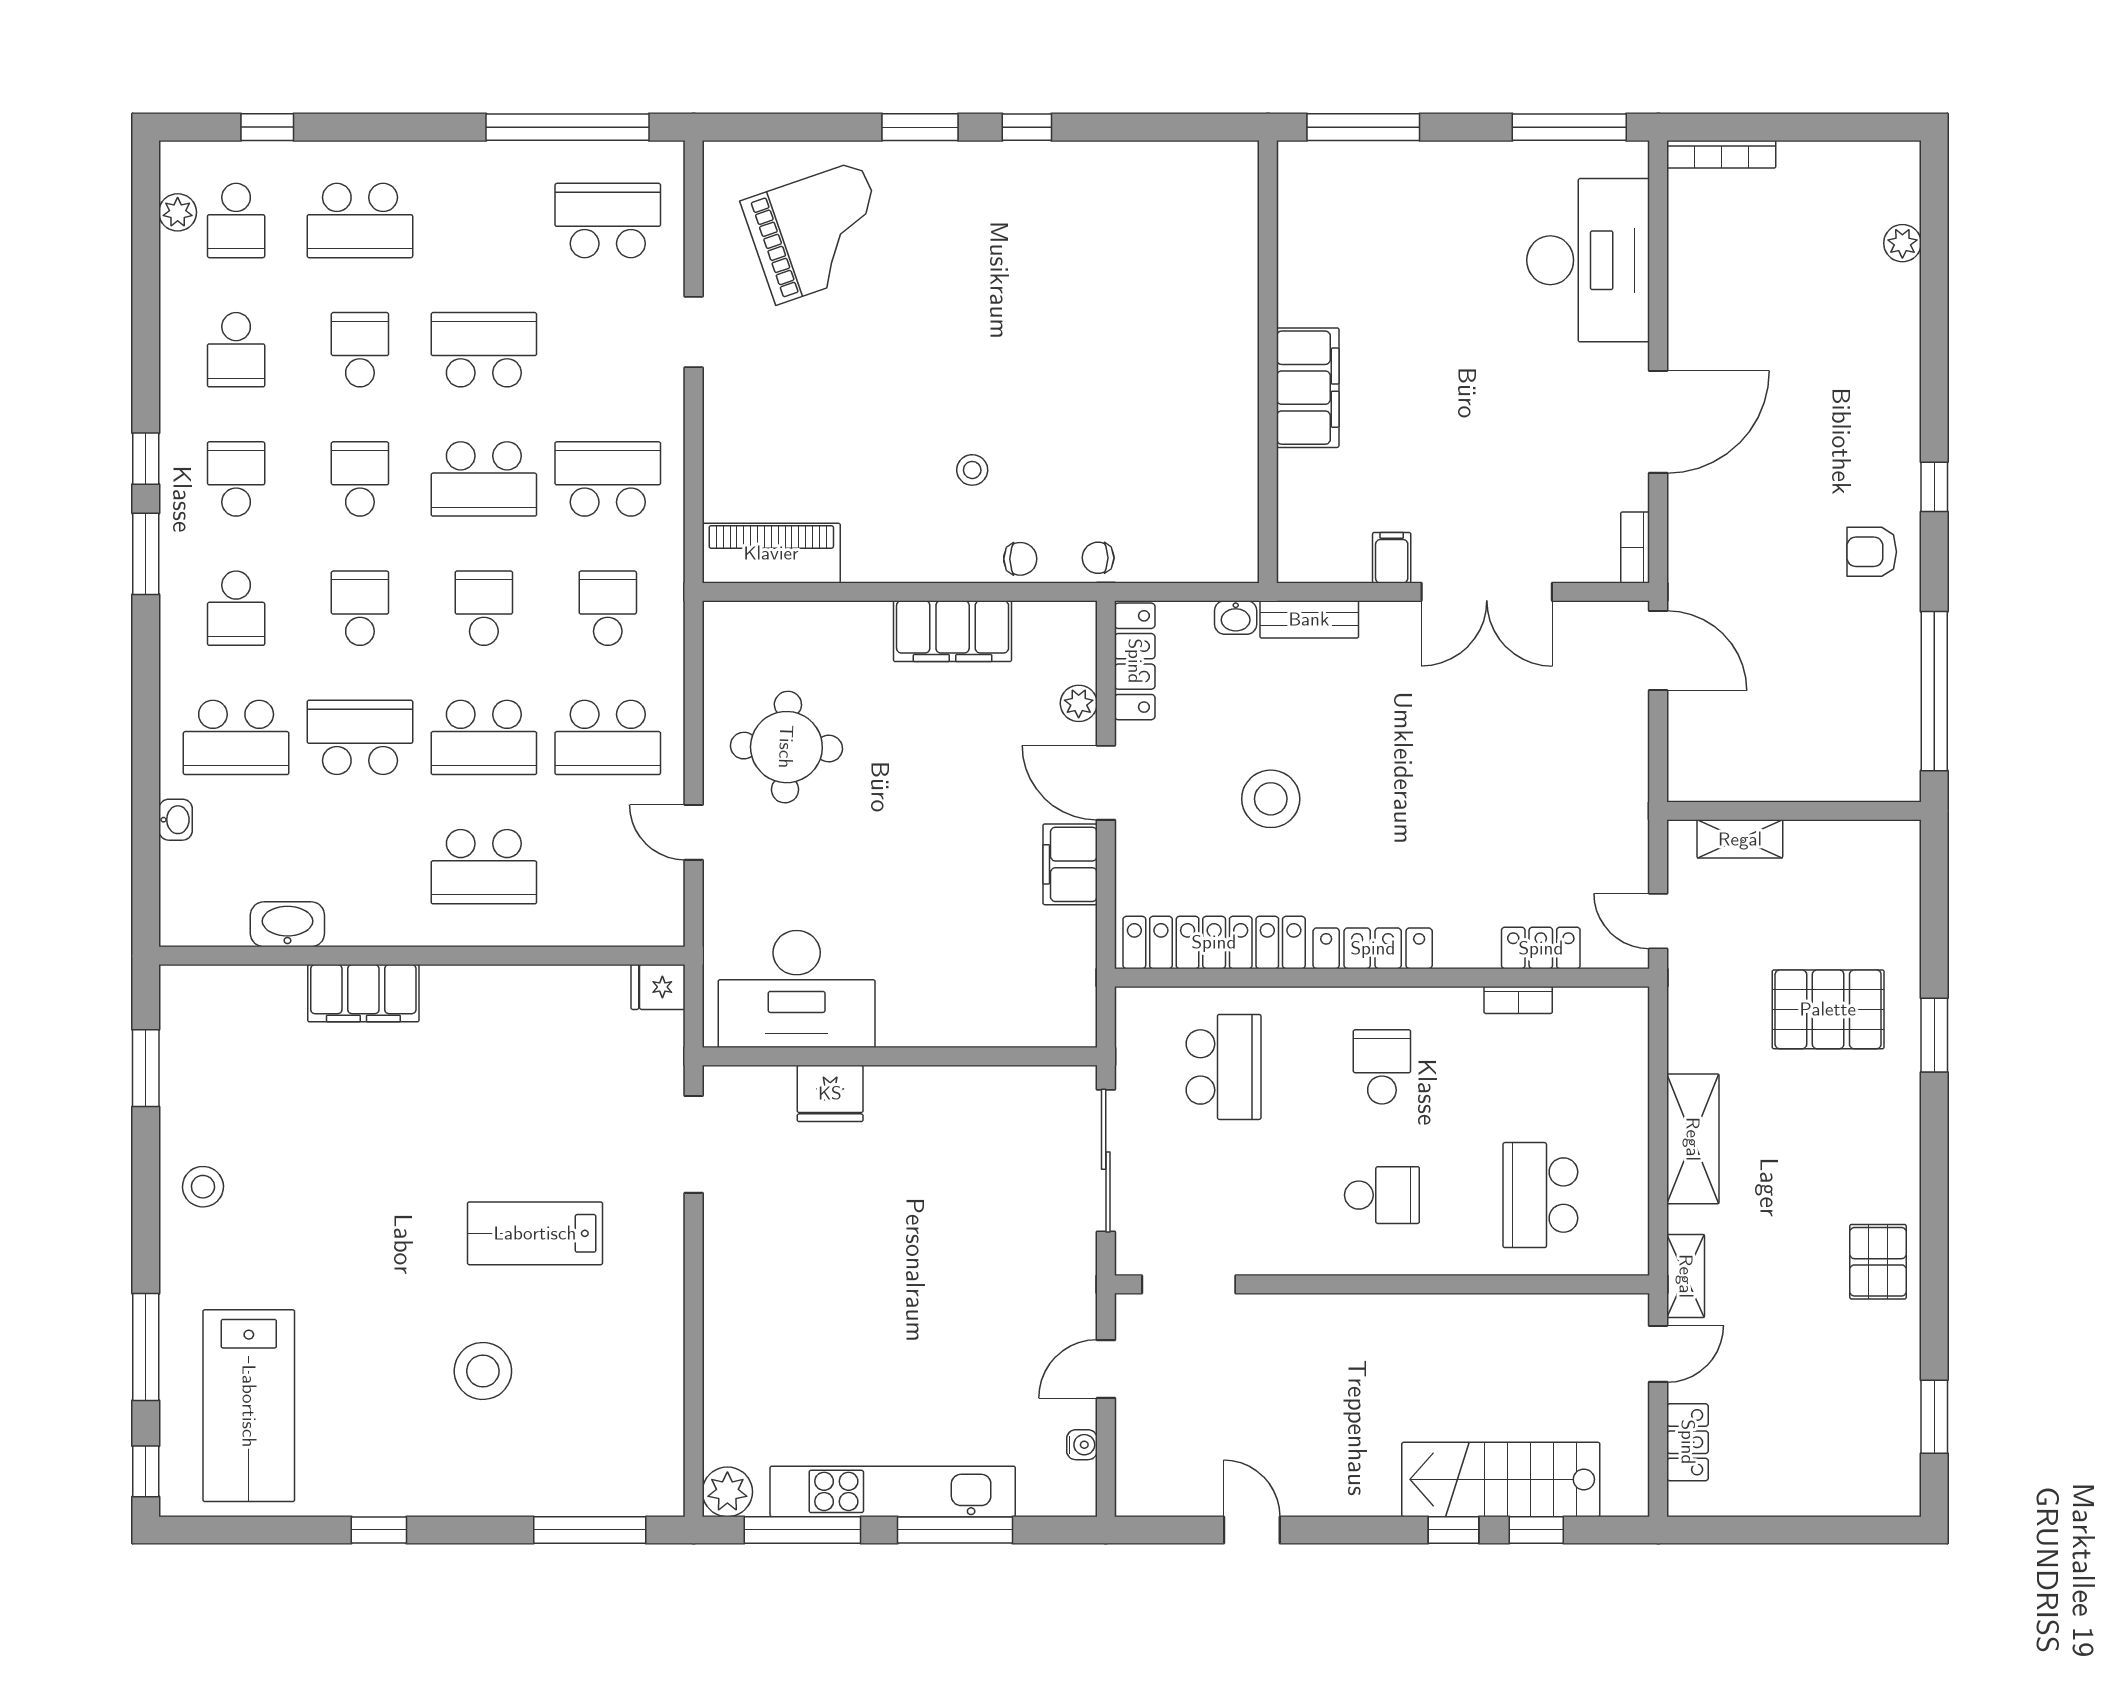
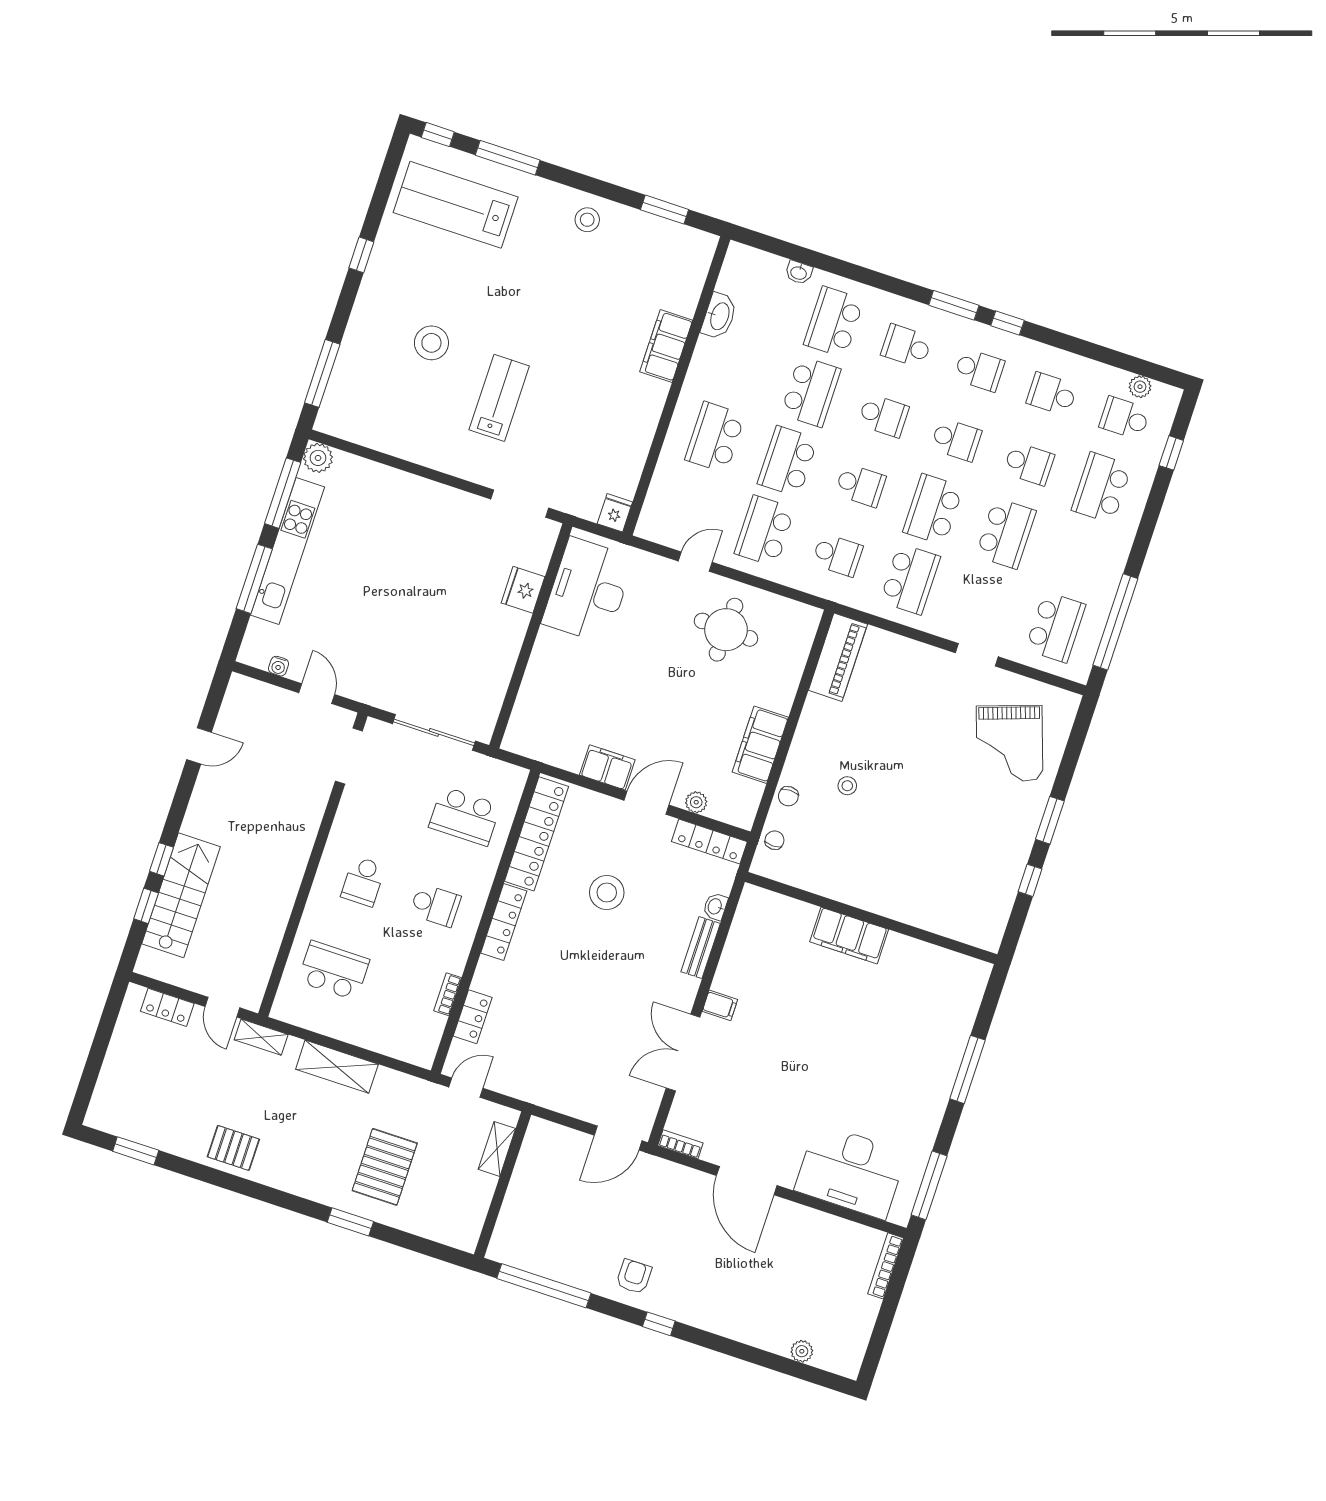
wall: (1268, 362) -> (871, 918), moved
filing cabinet: (1308, 388) -> (849, 936), moved

